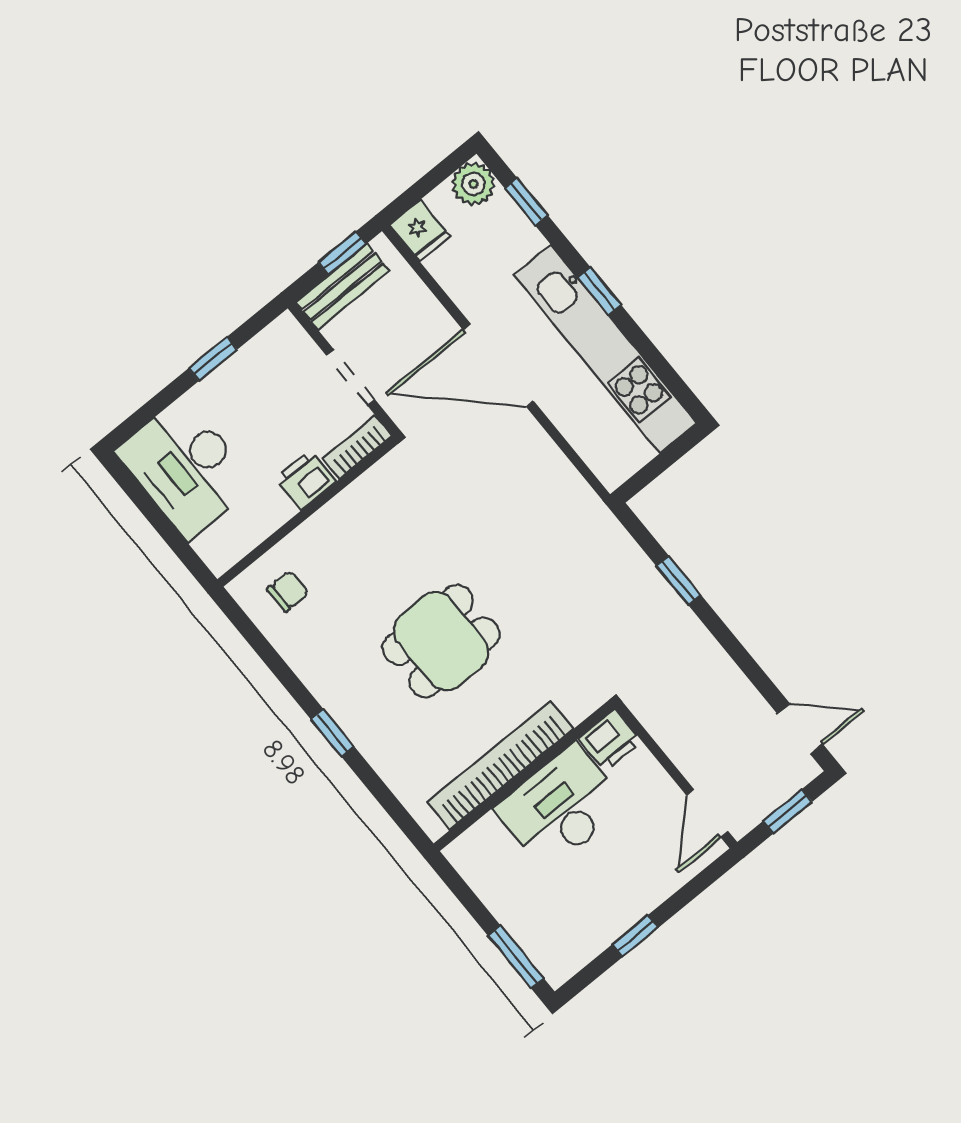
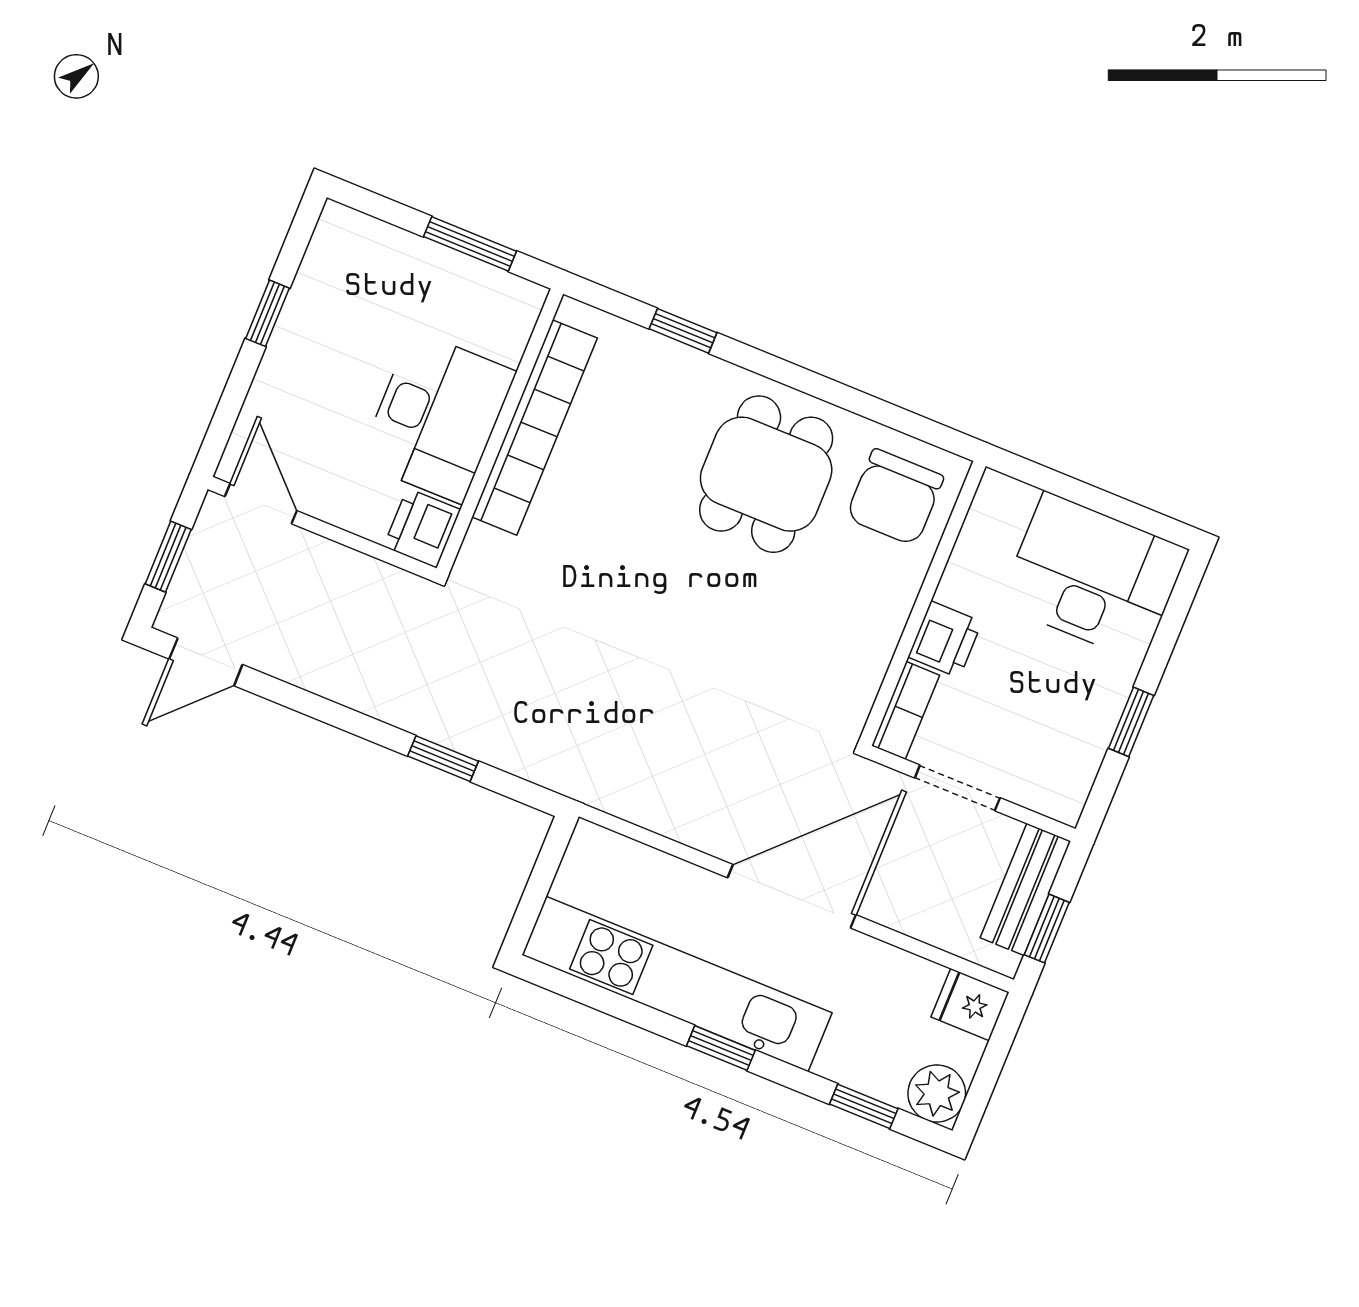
chair: (288, 591) -> (895, 497), width x1.87, depth x1.87
dining table: (441, 641) -> (766, 474), moved
window: (333, 733) -> (683, 331), moved
window: (516, 957) -> (470, 244), moved

